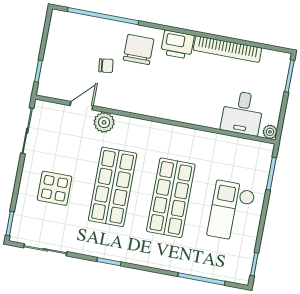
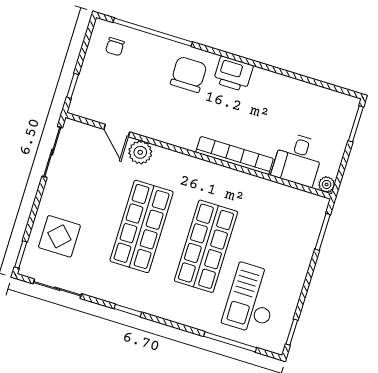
bookcase: (227, 49) -> (235, 155), moved, turned 180
chair: (106, 66) -> (115, 47), moved, turned 97
door: (81, 106) -> (117, 131), swing flipped
display table: (55, 188) -> (59, 236), moved
checkout: (231, 211) -> (252, 299), moved

